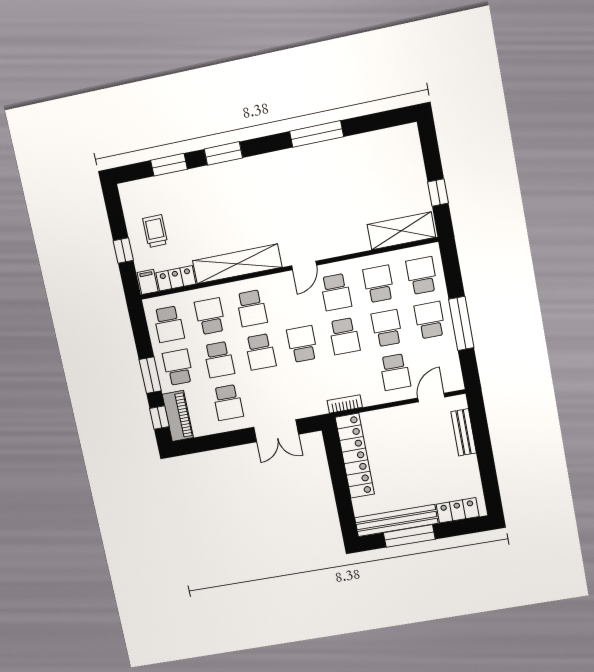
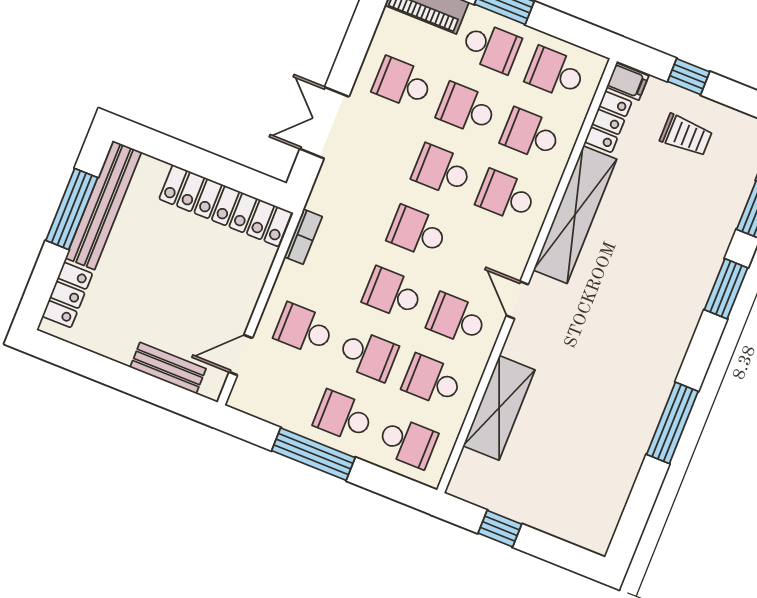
shelving: (401, 231) -> (499, 408), moved
school desk: (379, 284) -> (432, 381), turned 180
school desk: (210, 316) -> (531, 134), turned 180
school desk: (430, 320) -> (343, 416), turned 180
school desk: (302, 344) -> (417, 232), turned 180
door: (431, 397) -> (241, 355), swing flipped

